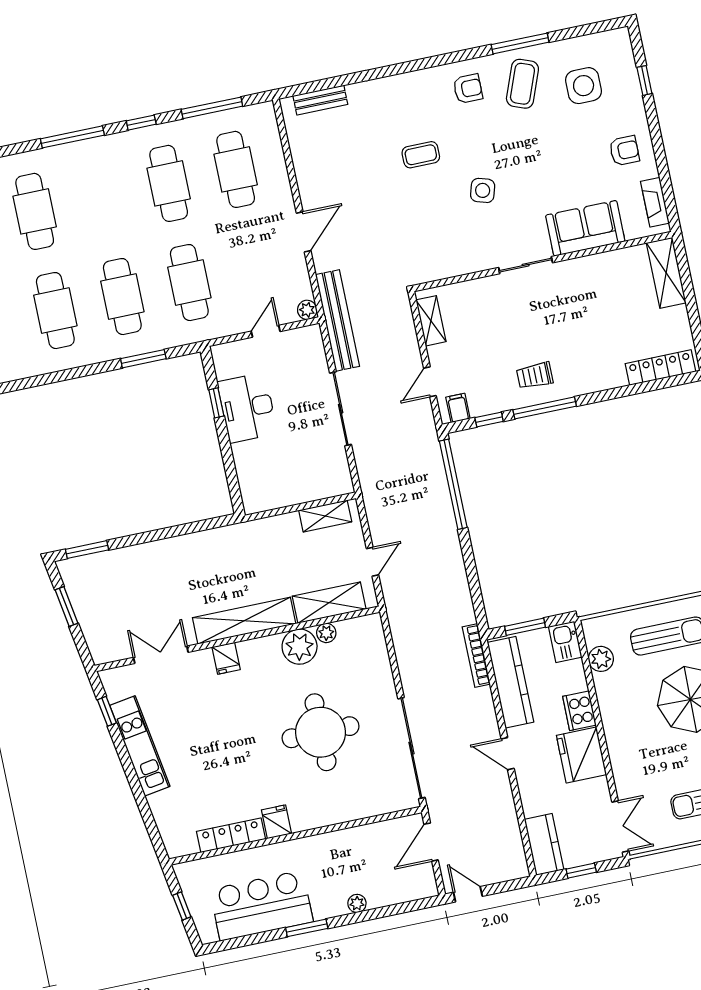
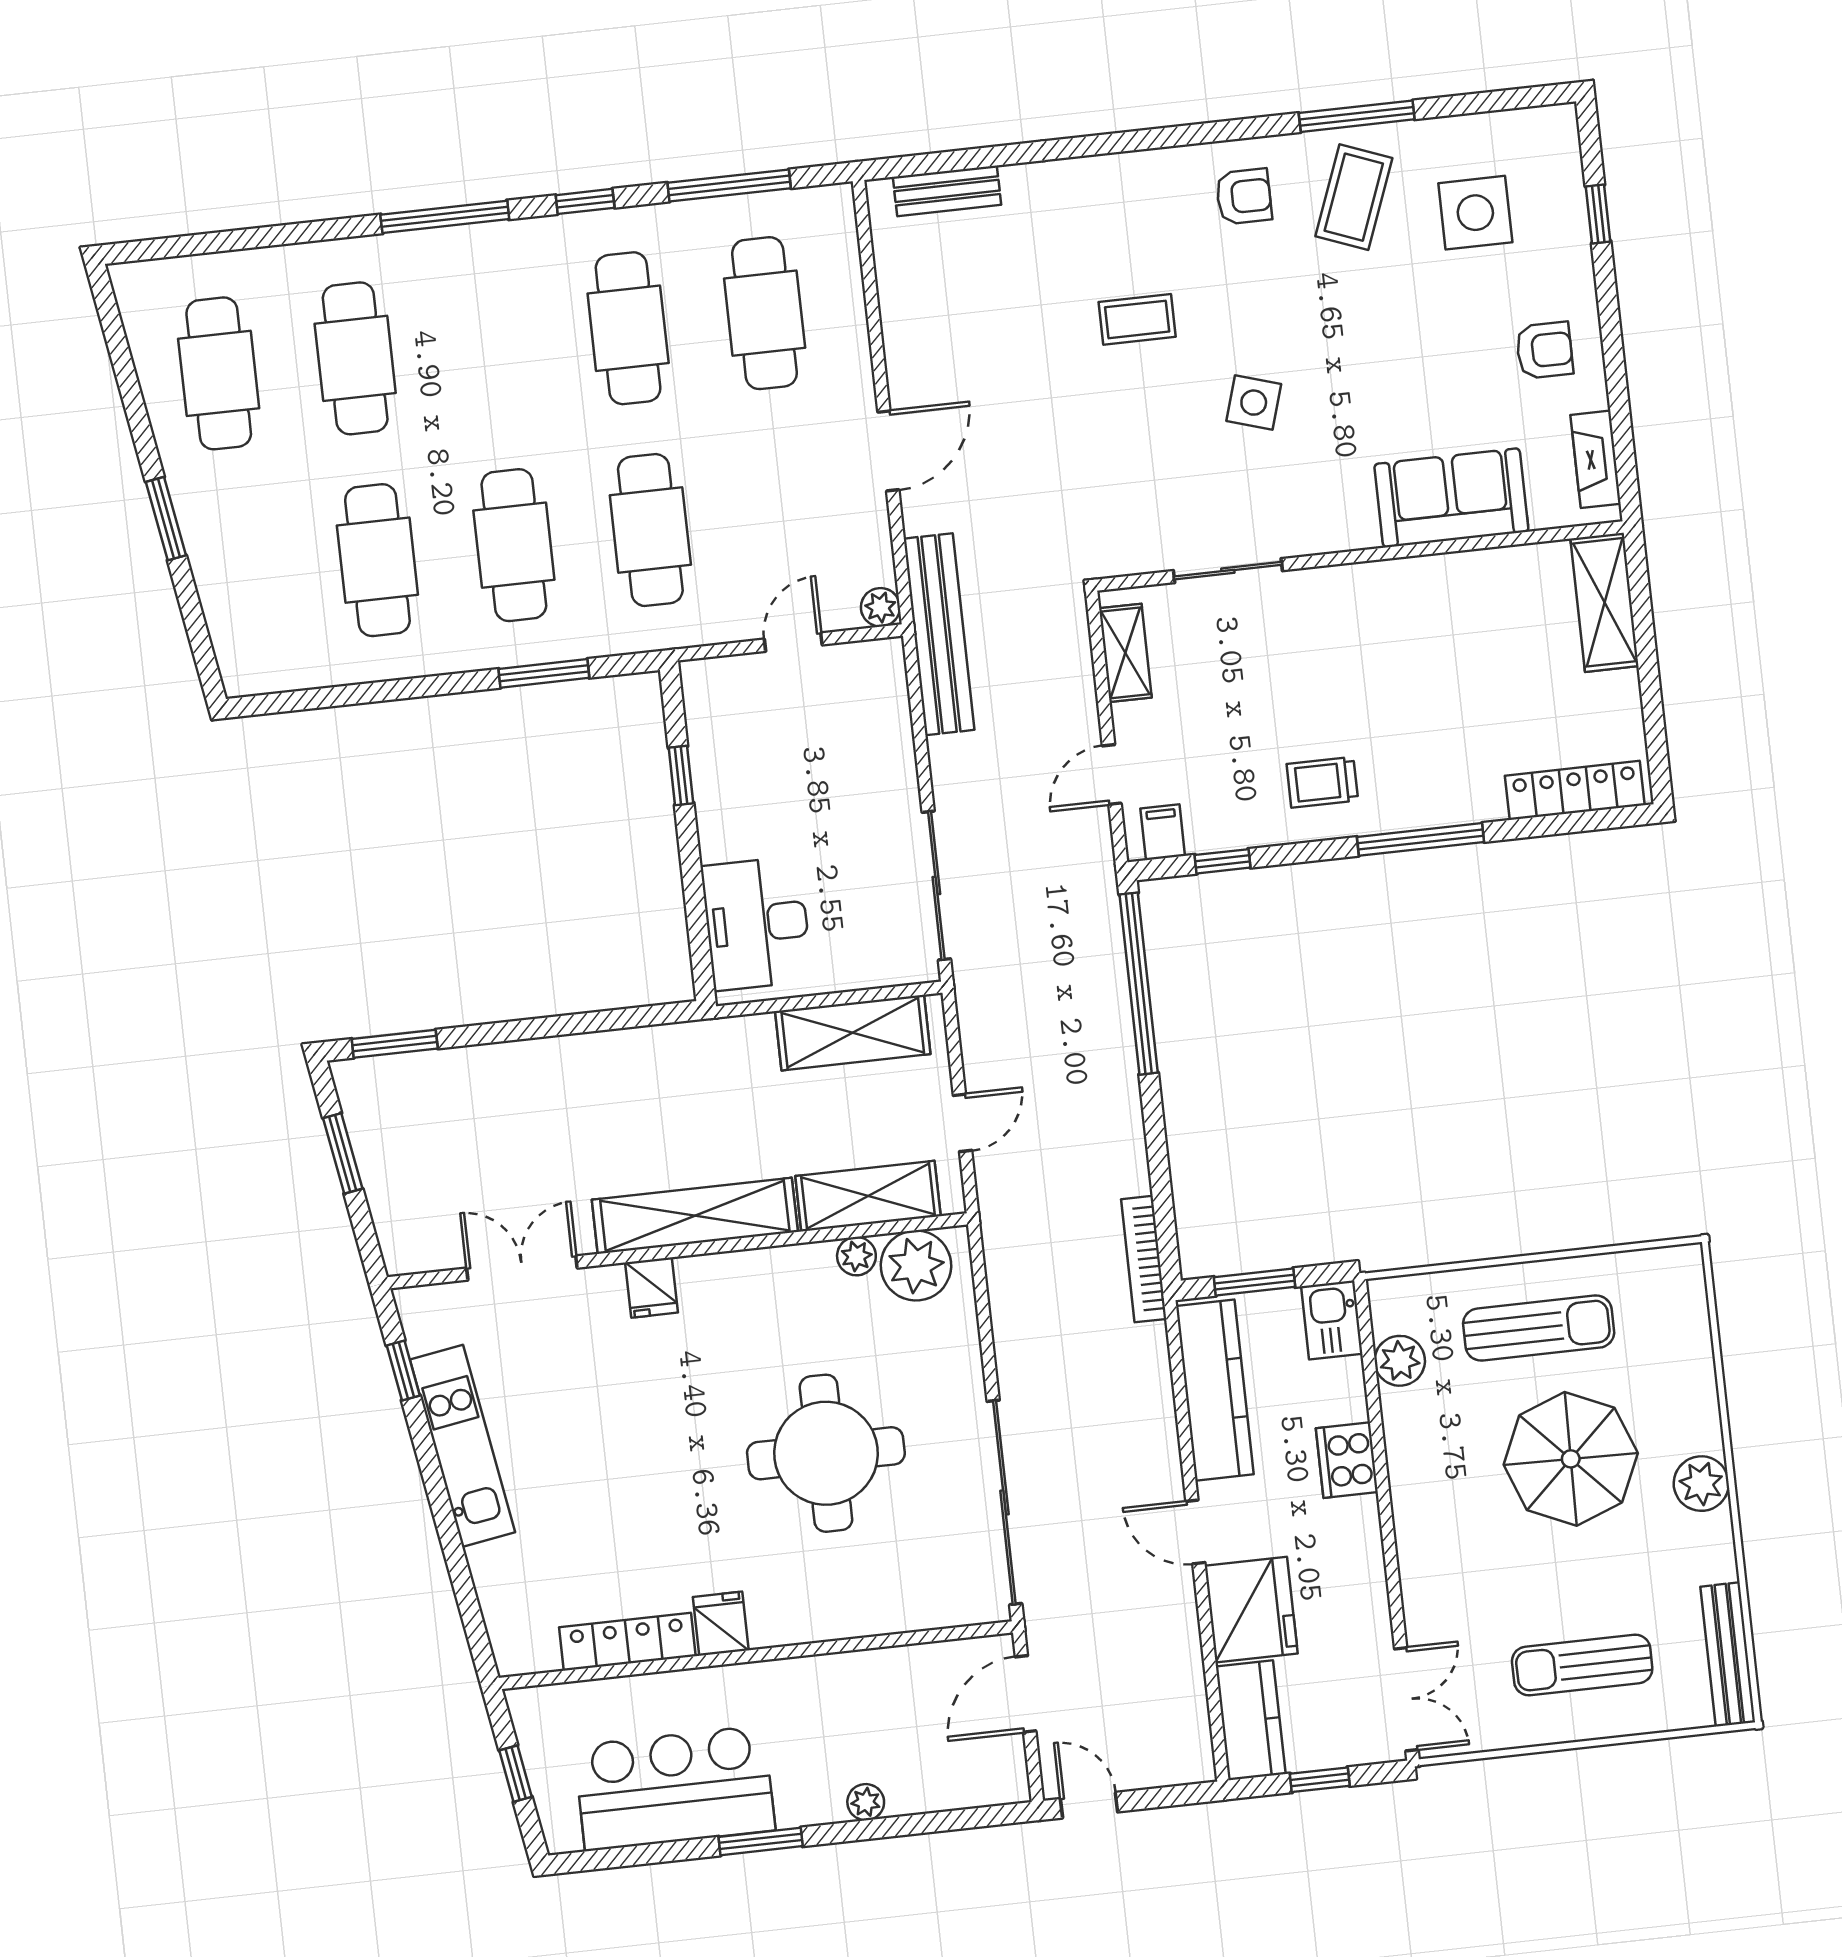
sliding door: (526, 265) -> (1228, 571), moved
desk: (247, 408) -> (757, 924), moved
window: (545, 408) -> (1420, 839), moved
sliding door: (341, 409) -> (936, 886), moved
shelving: (325, 516) -> (853, 1033), width x1.50, depth x1.33
plant: (300, 647) -> (916, 1266), moved
bookcase: (476, 655) -> (1144, 1259), moved
fridge: (581, 755) -> (1251, 1610), moved, turned 180

